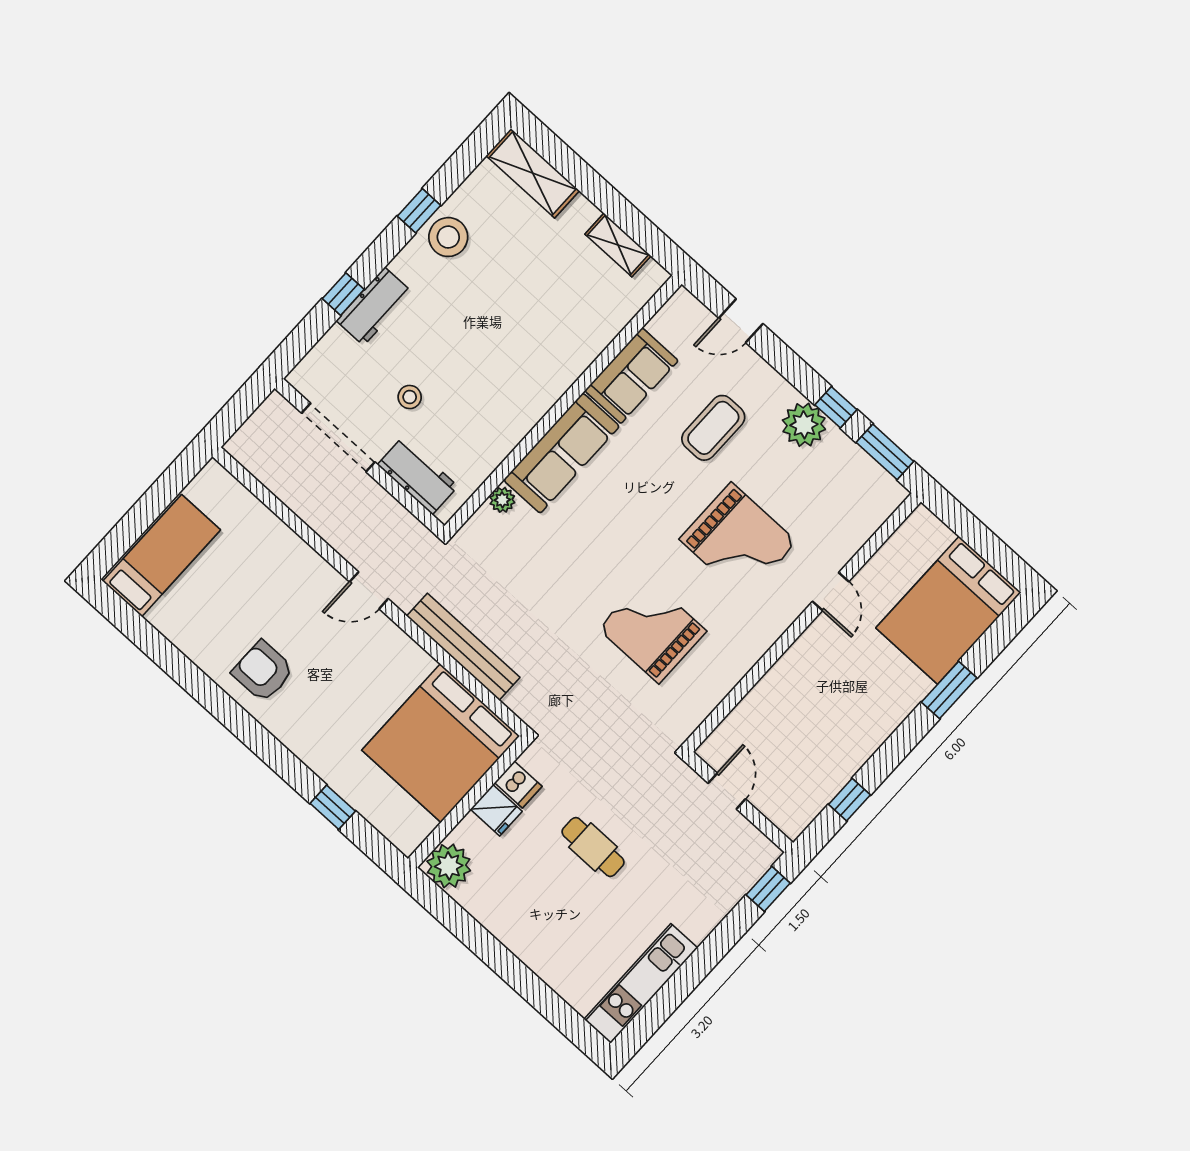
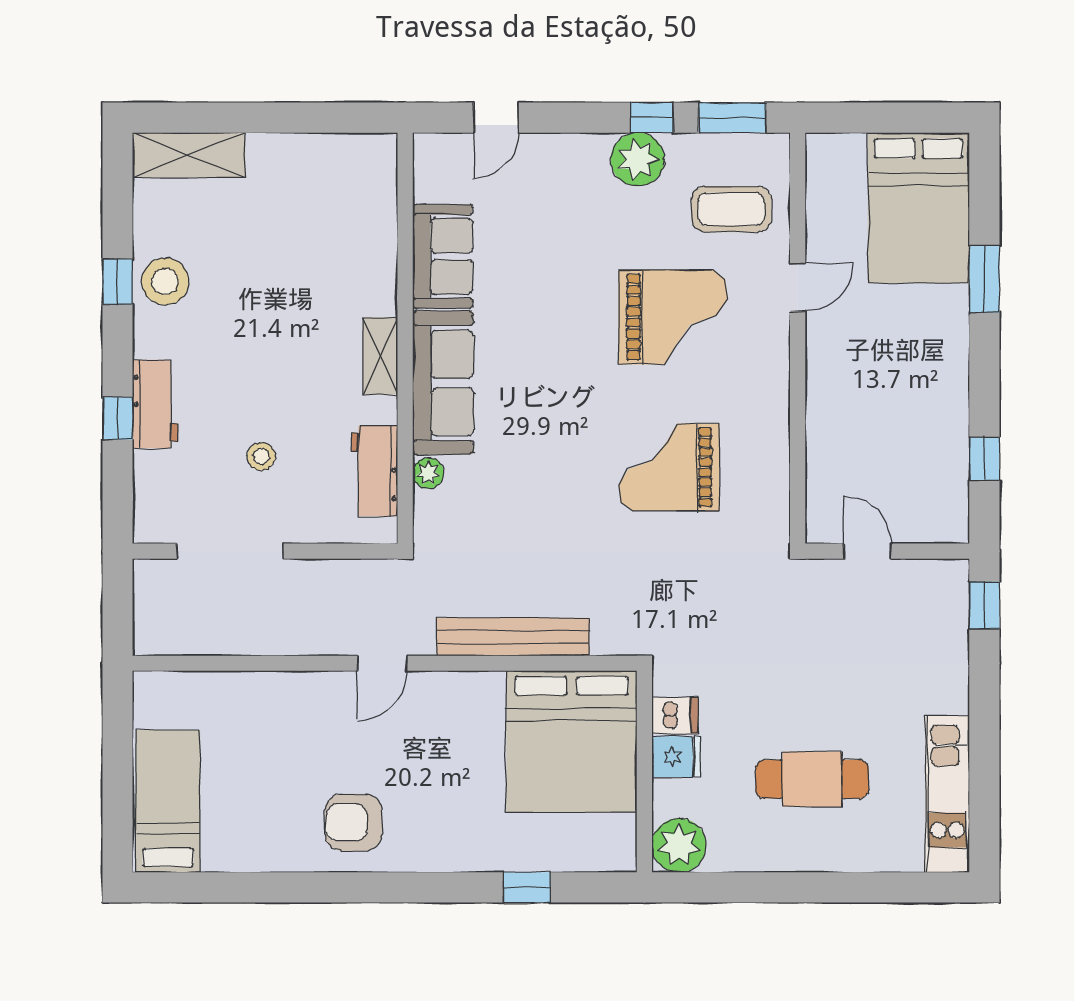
shelving: (618, 245) -> (380, 356), moved, turned 90
coffee table: (713, 428) -> (731, 209), moved, turned 90
workbench: (418, 475) -> (374, 471), moved, turned -90
door: (831, 591) -> (798, 287), hinge flipped
cafe table: (593, 847) -> (812, 779), moved, width x1.37, depth x1.35

